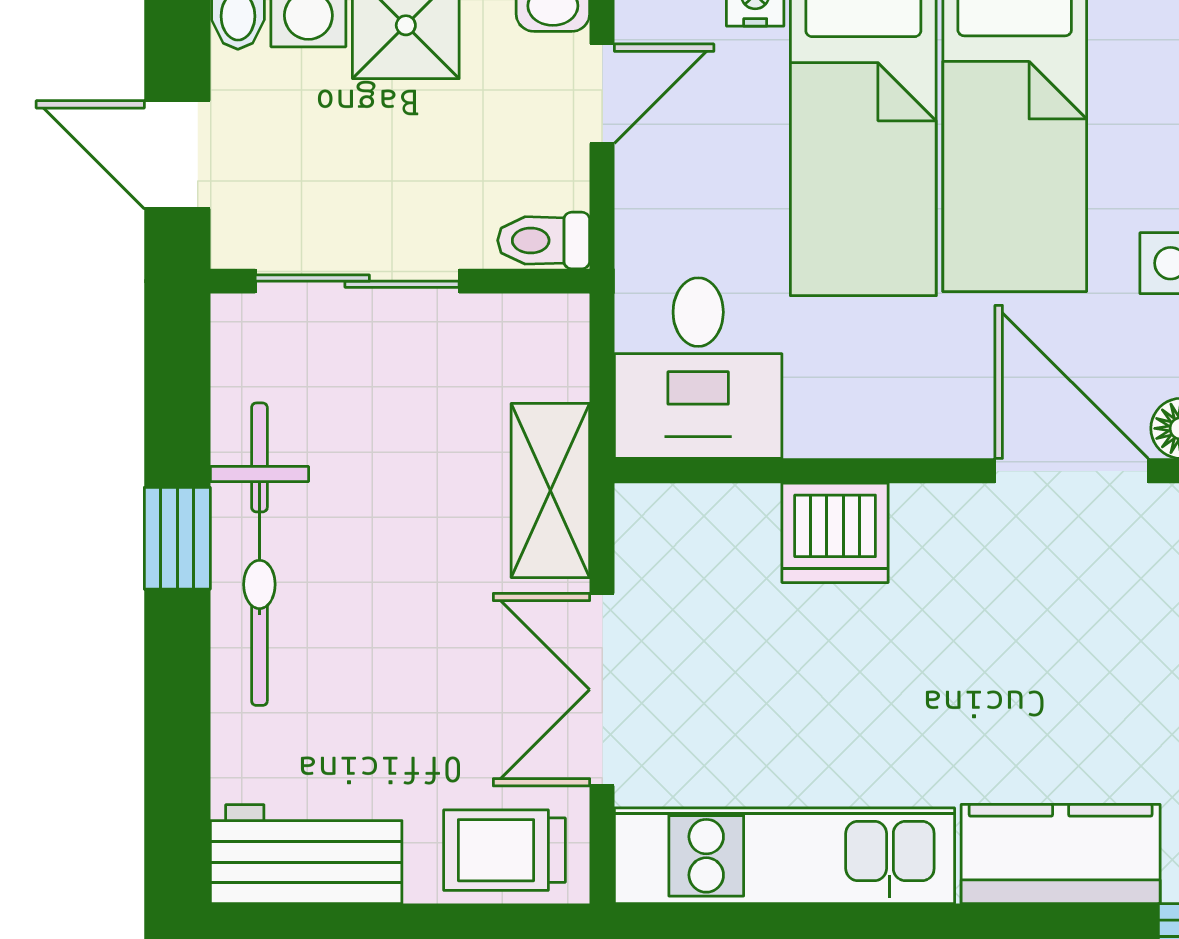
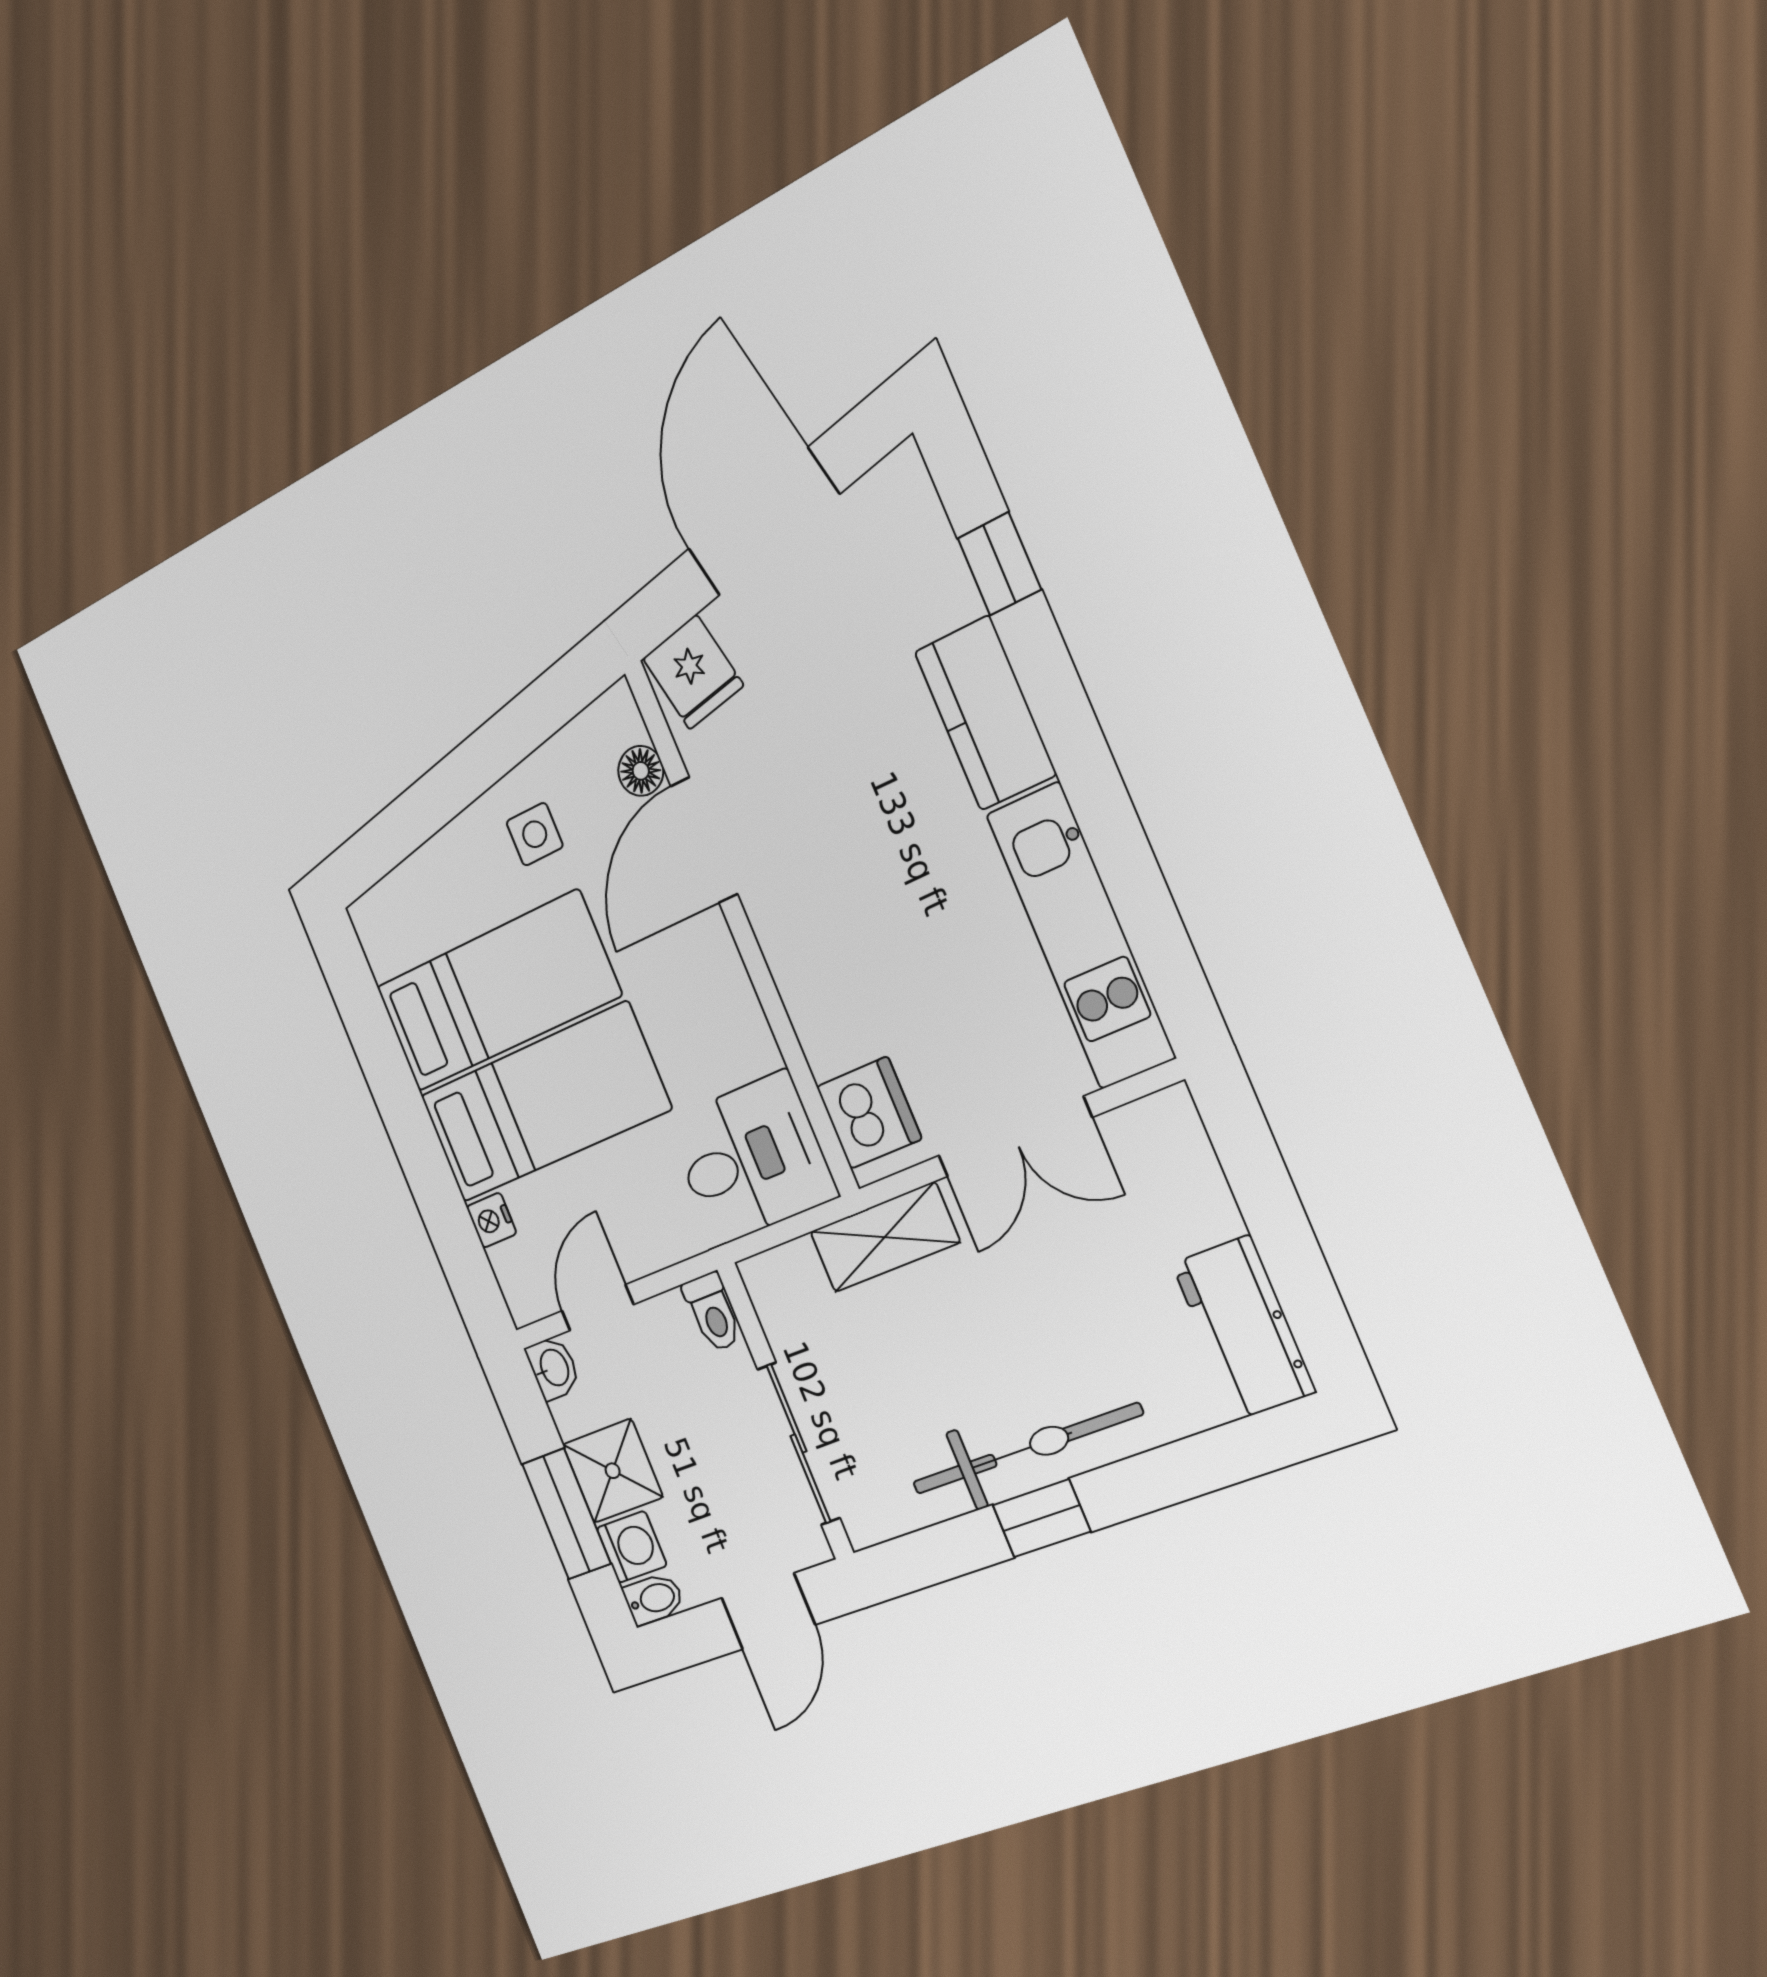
door: (602, 94) -> (598, 1308), hinge flipped
dishwasher: (835, 533) -> (869, 1113), moved
trolley: (505, 850) -> (1172, 1166), removed

